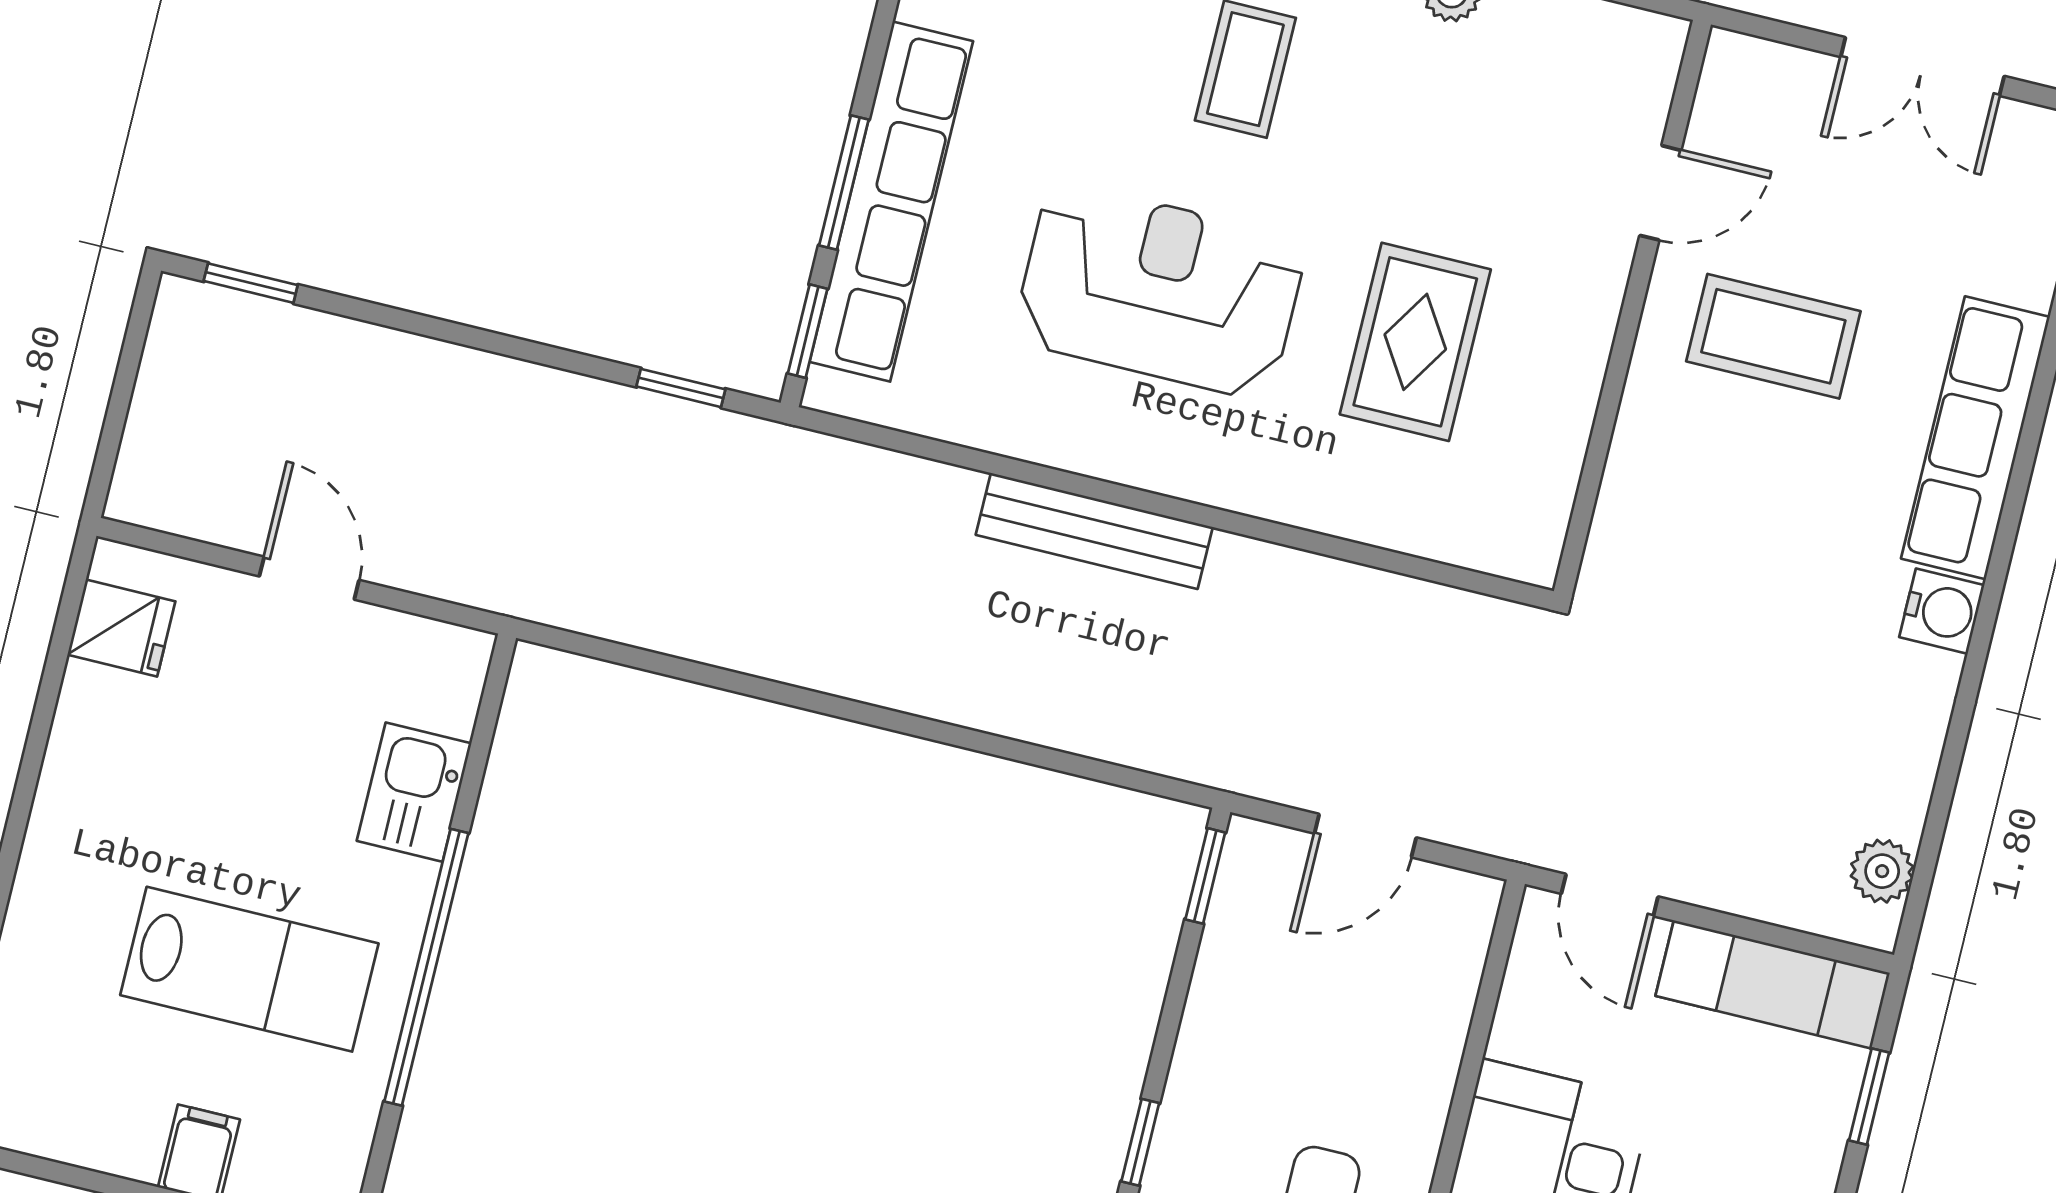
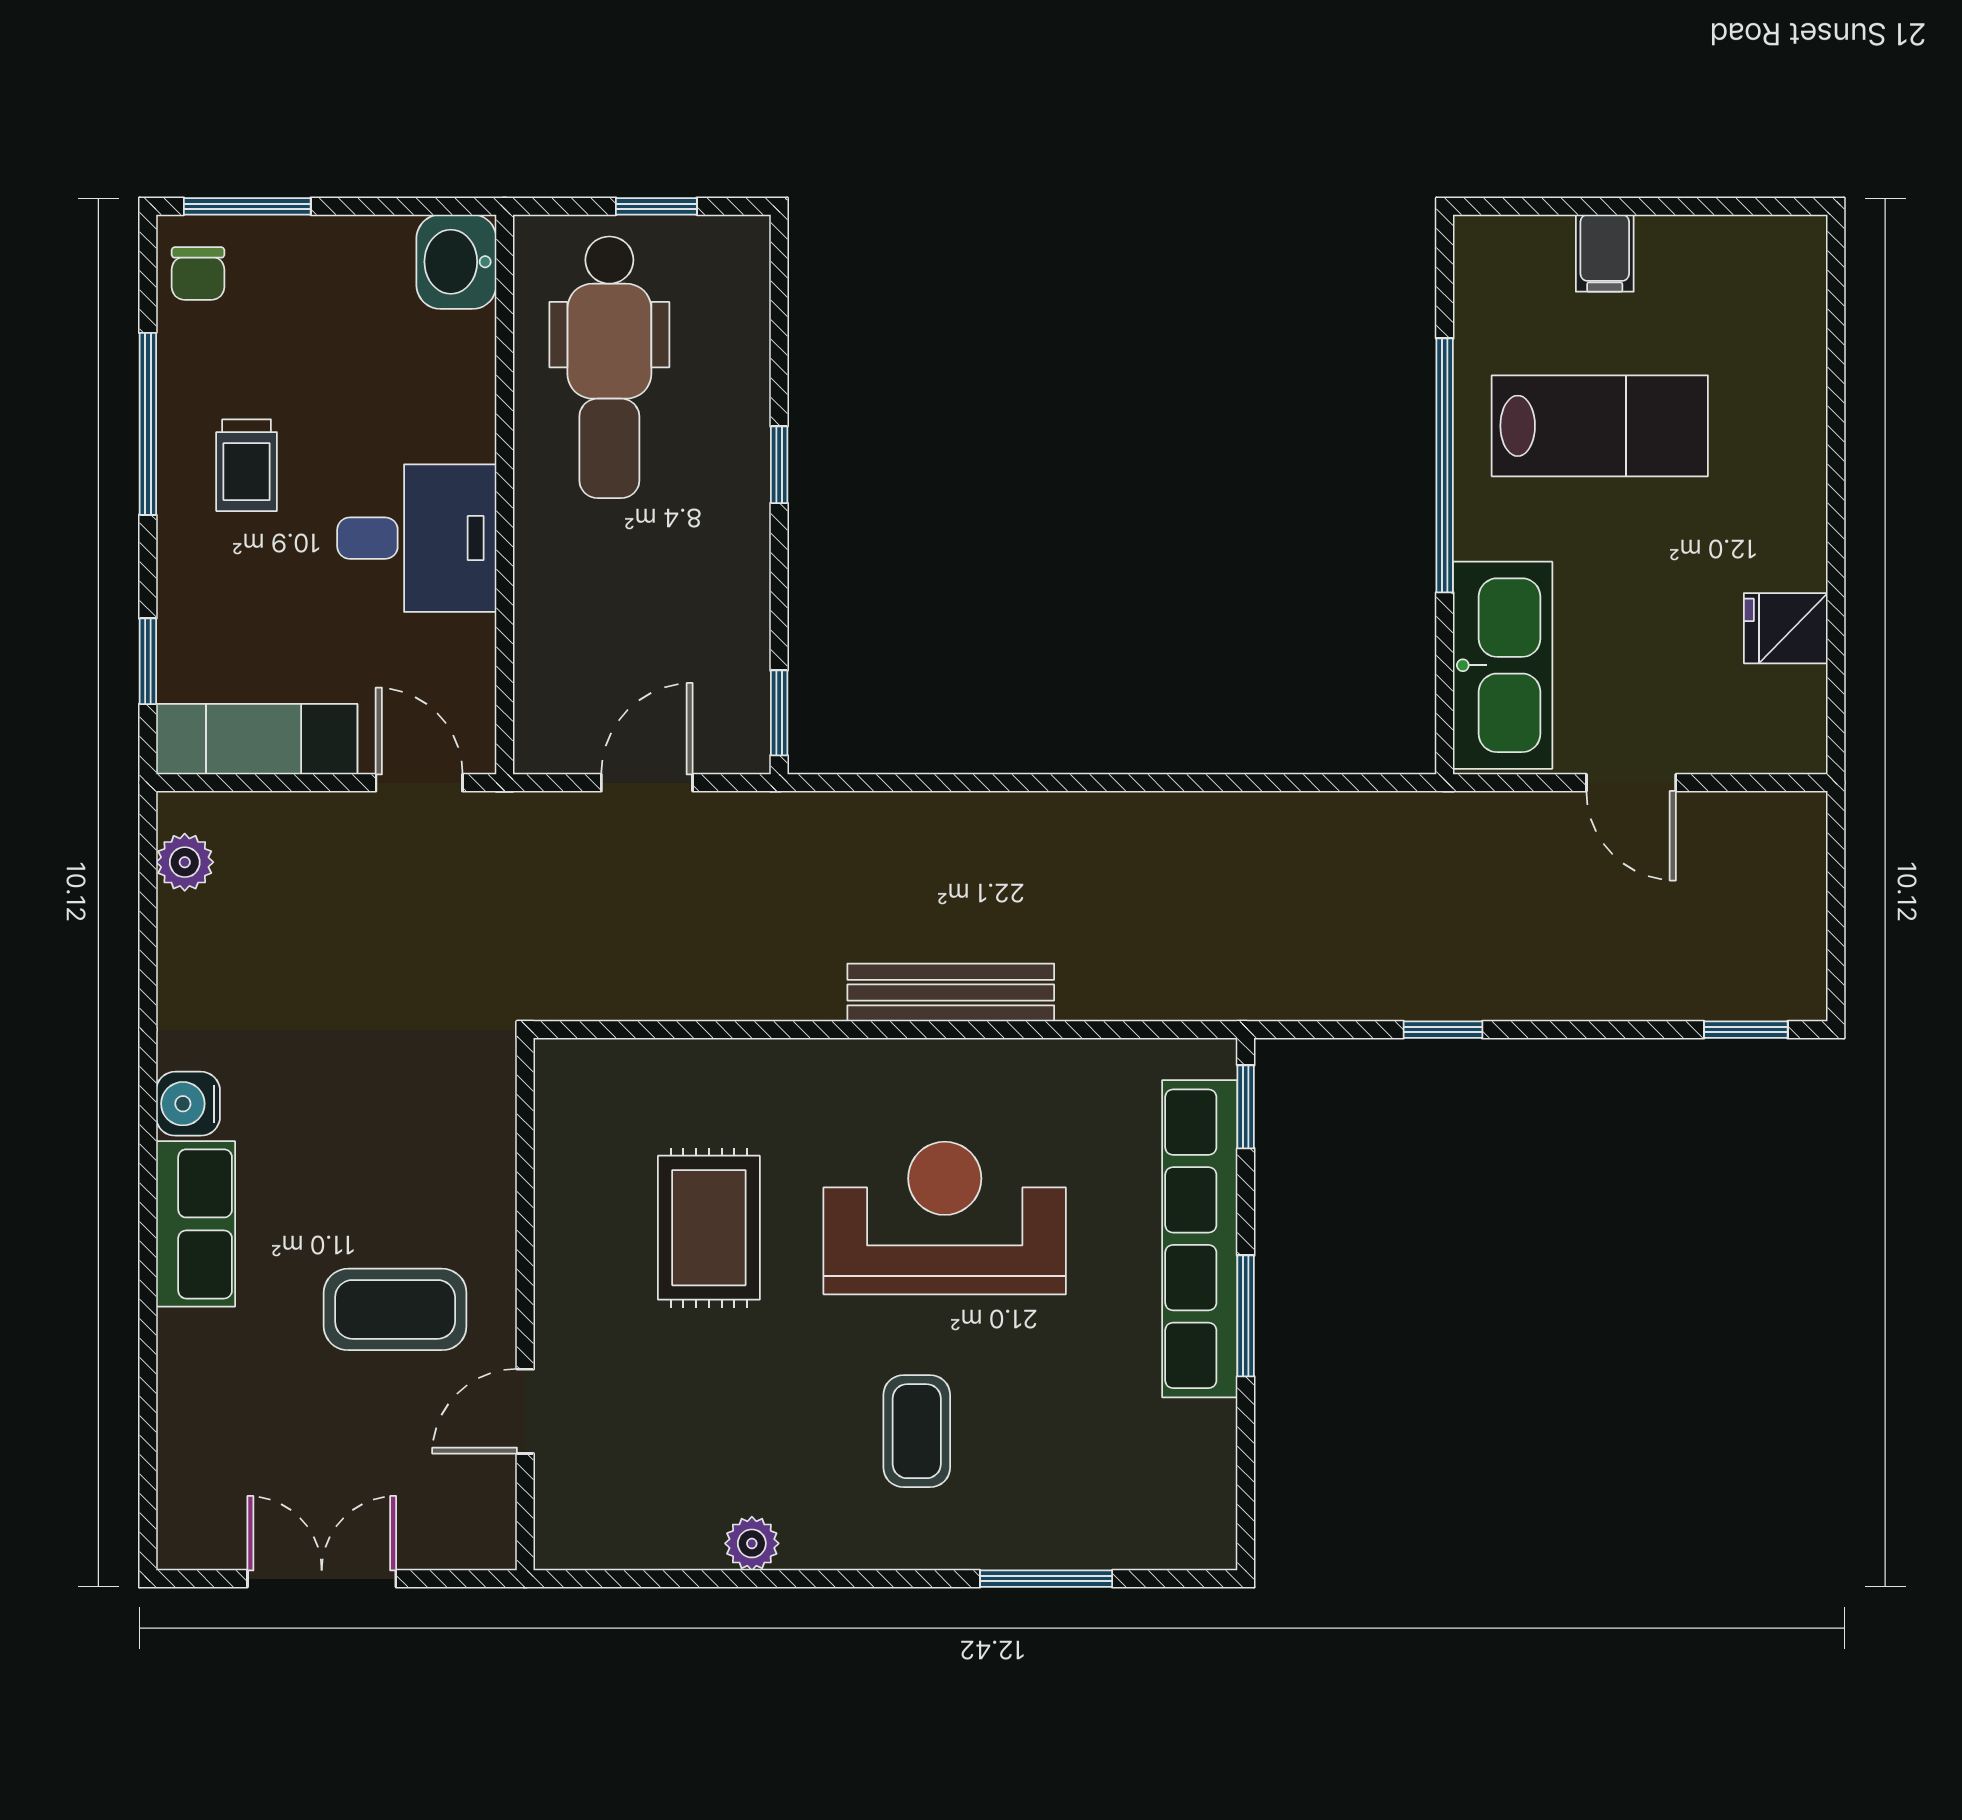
window: (844, 182) -> (1246, 1316), moved
reception desk: (1160, 291) -> (945, 1218), turned 180
window: (681, 388) -> (1443, 1030), moved
row of seats: (1975, 438) -> (196, 1224), width x0.68
fridge: (121, 628) -> (1786, 628), moved
kitchen sink: (414, 792) -> (1503, 665), width x1.88, depth x1.24
lab bench: (249, 969) -> (1600, 426), turned 180

